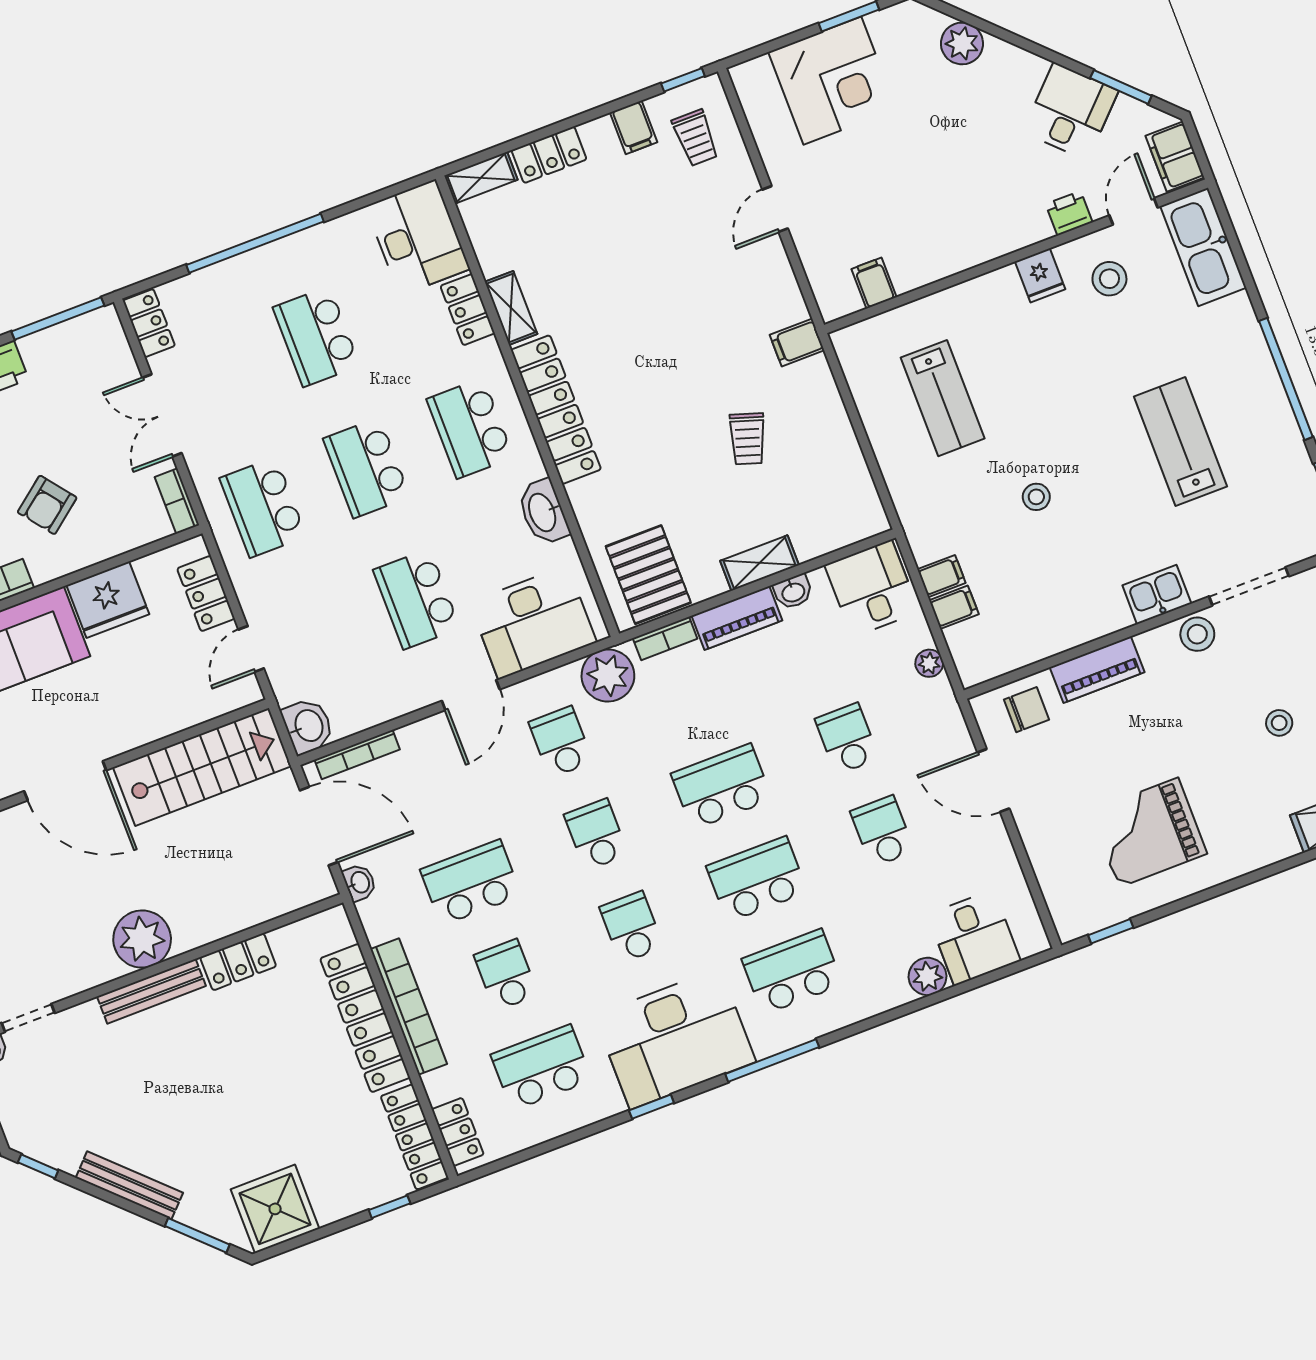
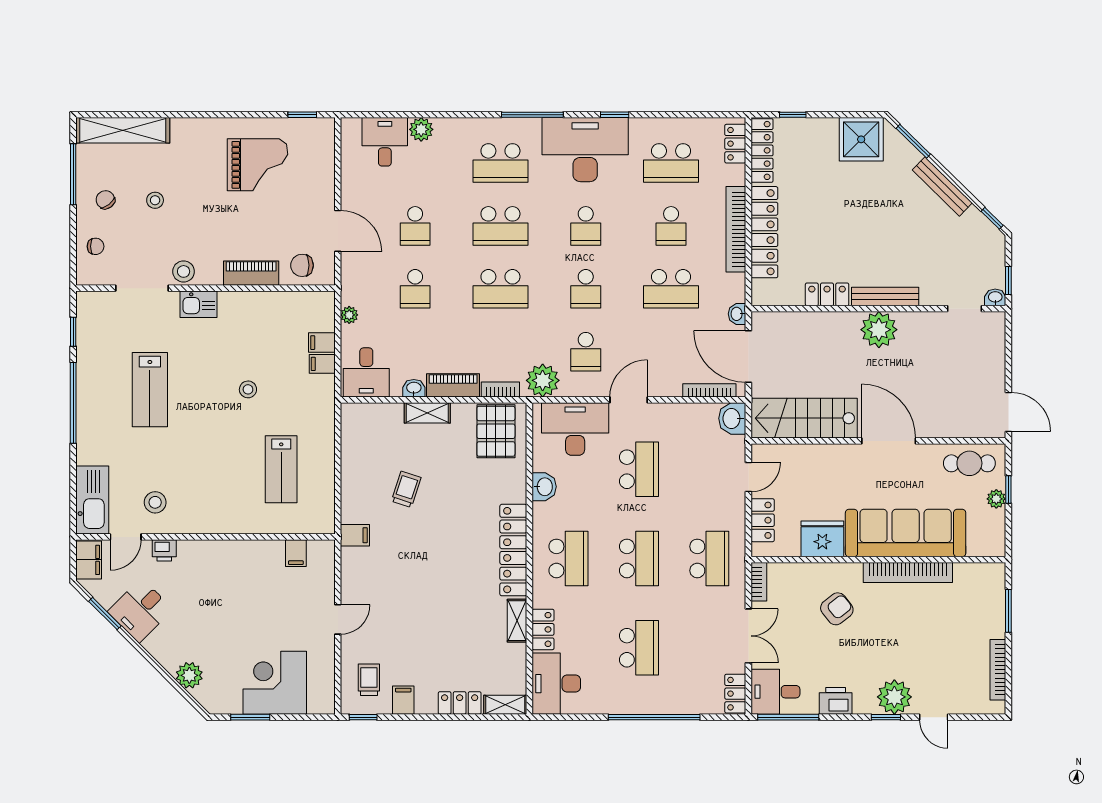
fridge: (1040, 275) -> (196, 520), removed
desk: (91, 349) -> (775, 692), added
lab bench: (943, 398) -> (281, 469), turned 180
washbasin: (543, 512) -> (544, 487), width x0.72

